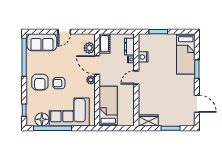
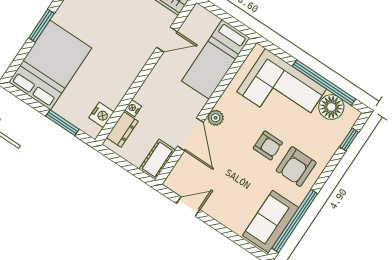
door: (64, 32) -> (188, 207), moved
sofa: (42, 42) -> (271, 222), moved, turned -90
plant: (89, 48) -> (185, 168), removed
bed: (186, 54) -> (50, 65), width x1.50
nightstand: (143, 57) -> (101, 115), moved
door: (136, 77) -> (167, 39), moved
armchair: (40, 82) -> (296, 167), turned 180

